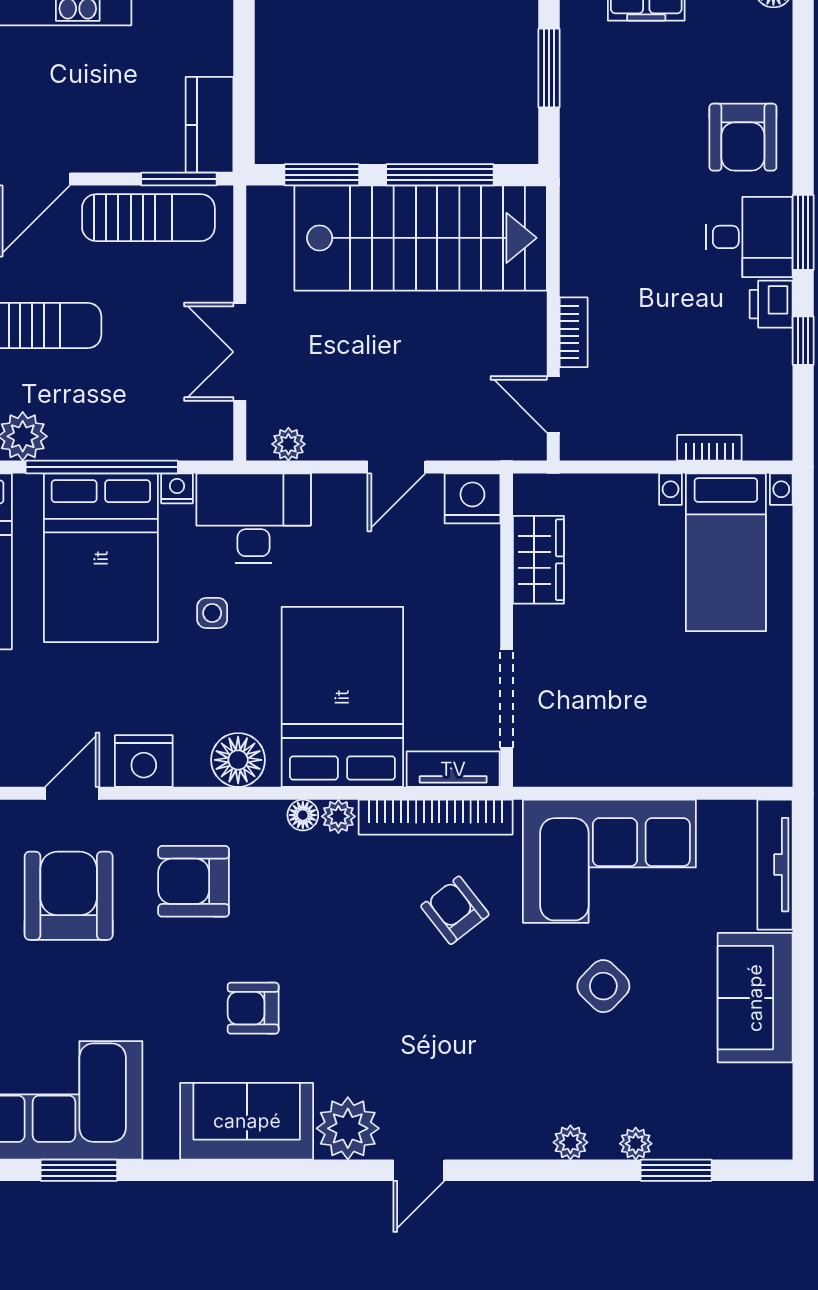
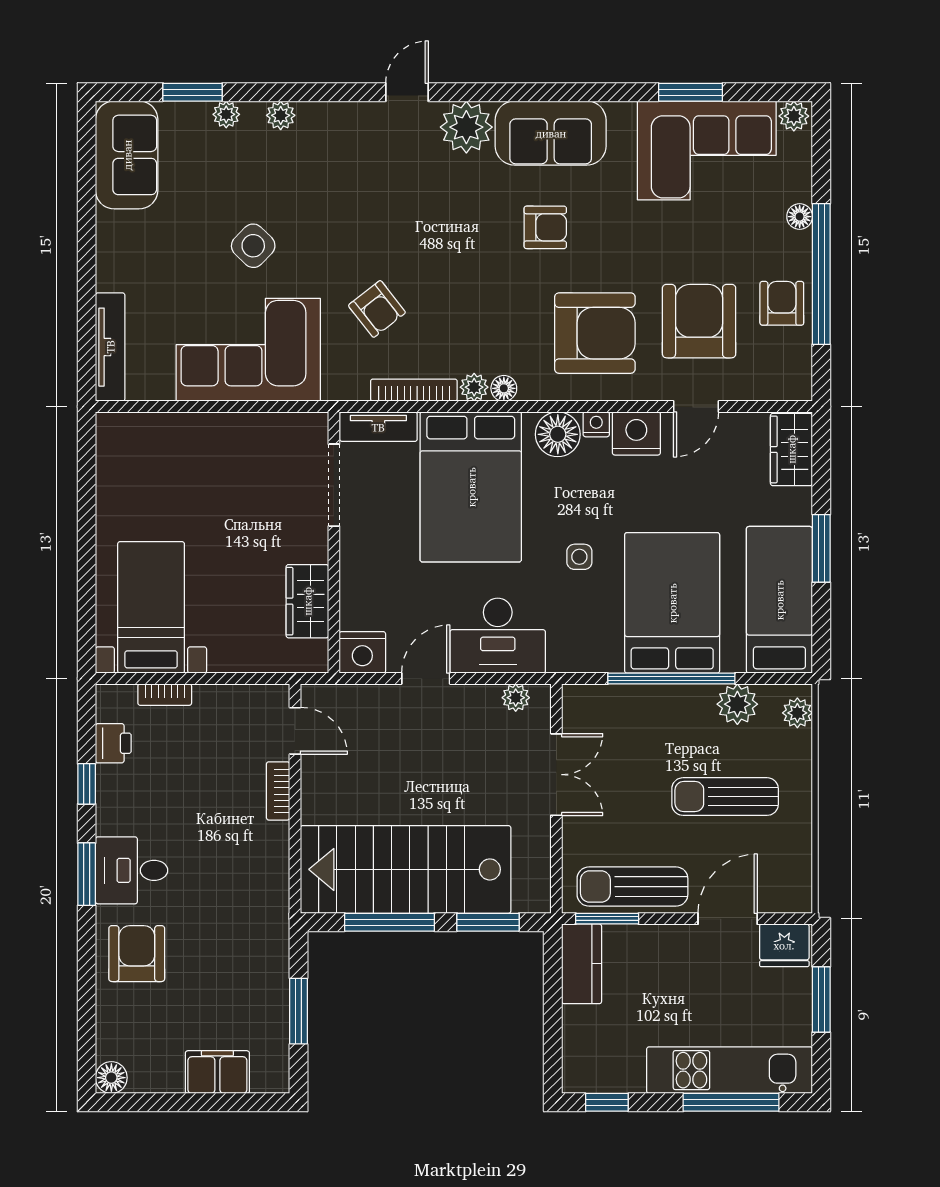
printer: (771, 304) -> (113, 743), moved
nightstand: (177, 488) -> (596, 424), moved, turned 180
desk: (254, 518) -> (498, 636), moved
bookcase: (436, 817) -> (414, 390), width x0.68, depth x0.76
armchair: (194, 881) -> (595, 333), width x1.36, depth x1.36
armchair: (69, 896) -> (699, 321), turned 180
sofa: (755, 998) -> (127, 155), moved

